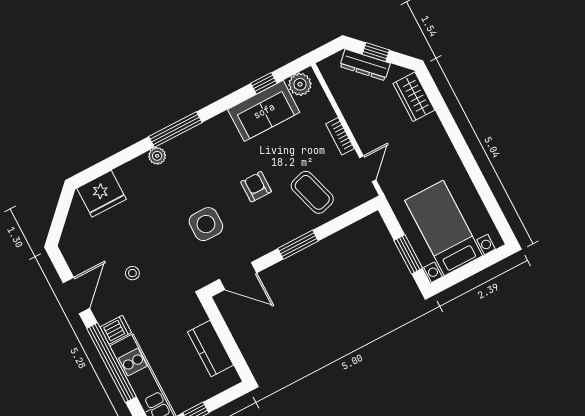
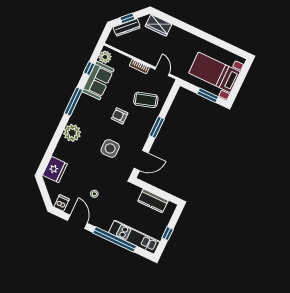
window: (175, 129) -> (73, 102), moved
plant: (157, 156) -> (72, 133), width x1.87, depth x1.87
dishwasher: (116, 330) -> (62, 203), moved

